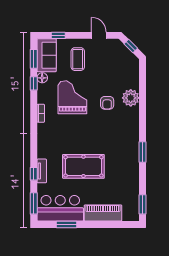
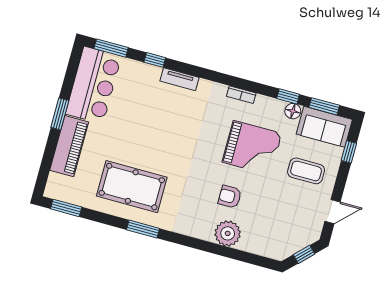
pool table: (83, 166) -> (132, 187), moved, turned 90
tv unit: (42, 171) -> (180, 79), moved
window: (67, 224) -> (60, 114), moved

